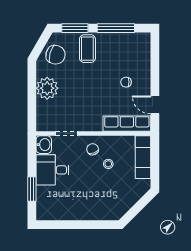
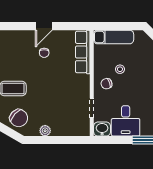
chair: (56, 55) -> (19, 118), turned 118
plant: (47, 88) -> (45, 131), width x0.53, depth x0.53
door: (155, 105) -> (44, 26), moved

